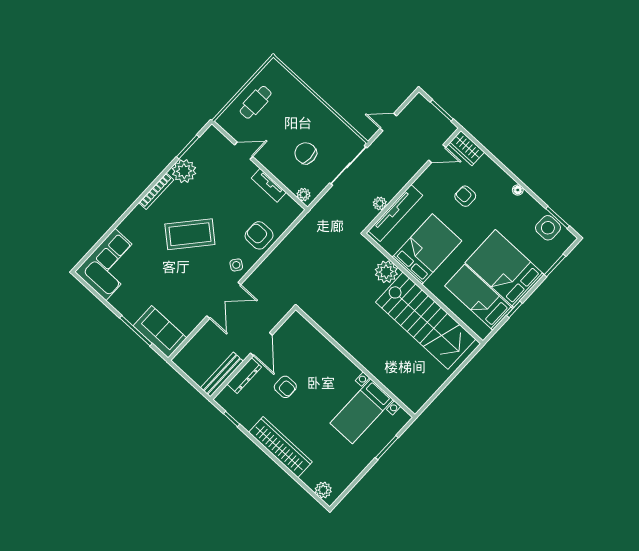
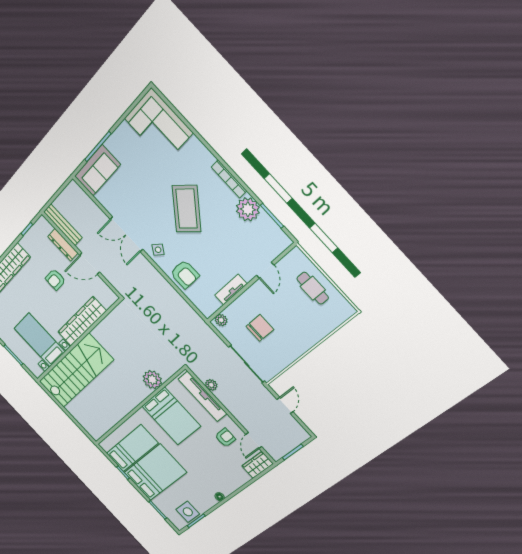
armchair: (465, 196) -> (225, 438), moved
armchair: (259, 235) -> (185, 274), turned 90
stairs: (426, 321) -> (76, 371), moved, turned 180
wardrobe: (330, 356) -> (82, 321), added

